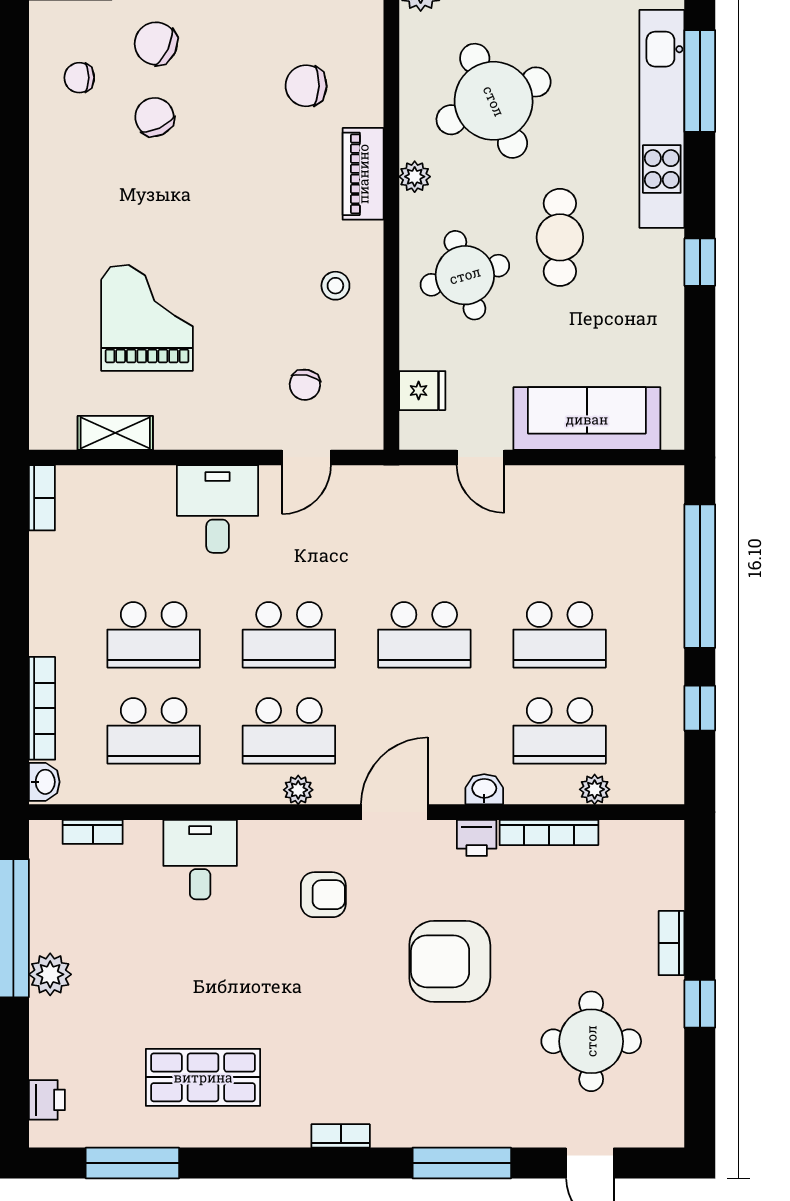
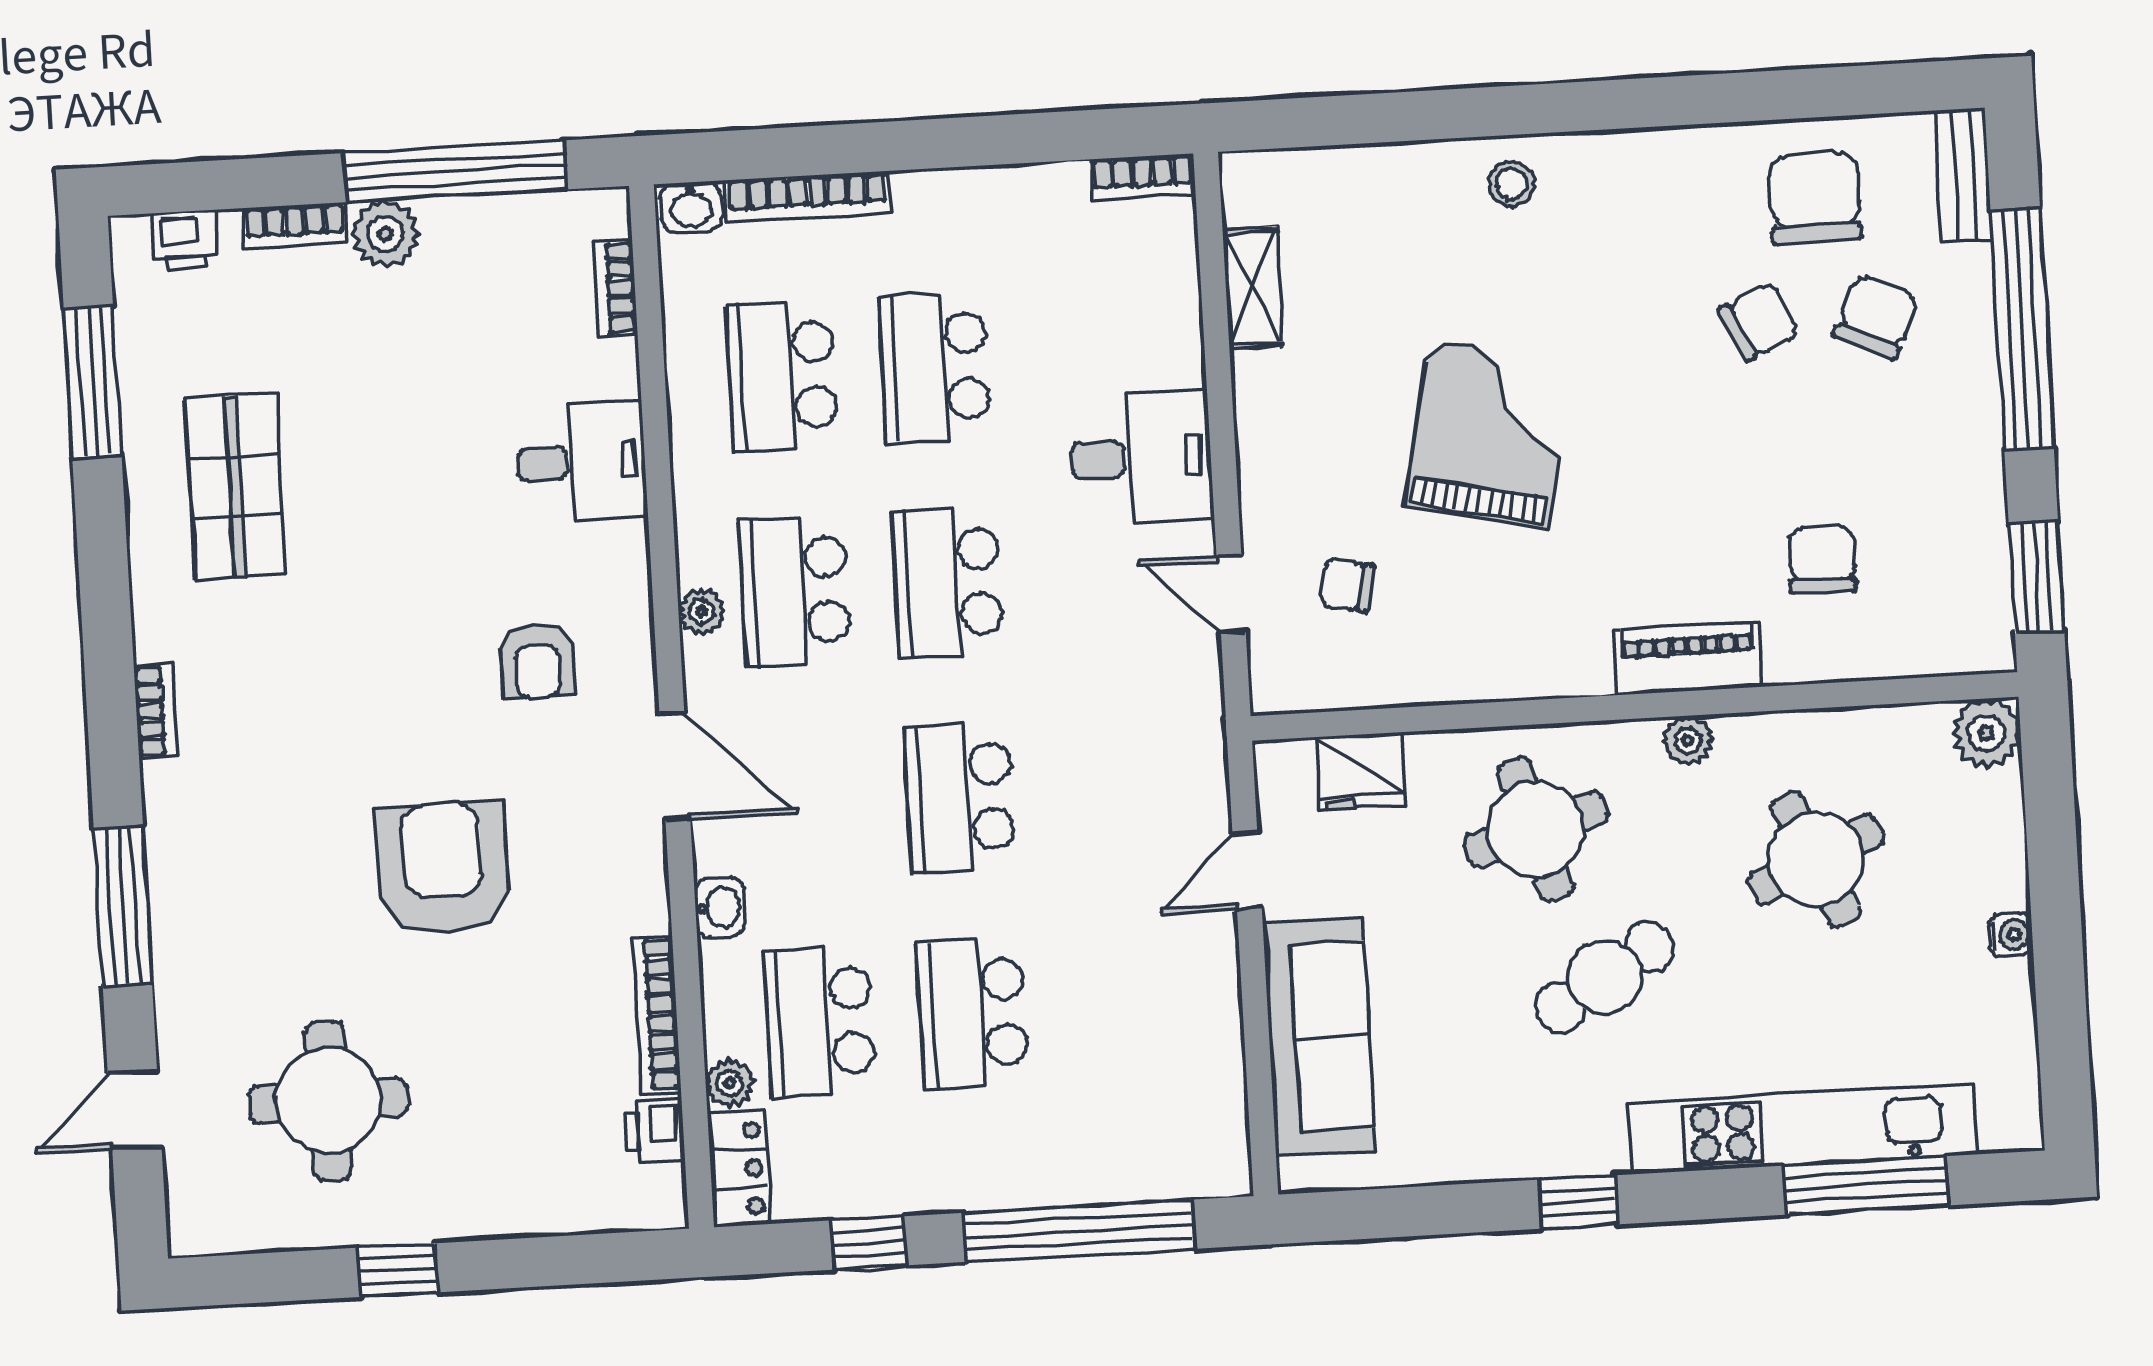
chair: (79, 78) -> (1815, 198), width x1.87, depth x1.87
round table: (494, 101) -> (1816, 859), width x0.73, depth x0.73
cafe table: (560, 237) -> (1605, 977), turned -31
stool: (335, 286) -> (1512, 184), moved
grand piano: (147, 318) -> (1489, 434), moved, turned -78
fridge: (422, 391) -> (1360, 772), width x1.38
locker: (649, 786) -> (739, 1169), added
printer: (477, 838) -> (655, 1130), moved
bookcase: (671, 943) -> (295, 226), moved, turned 180

